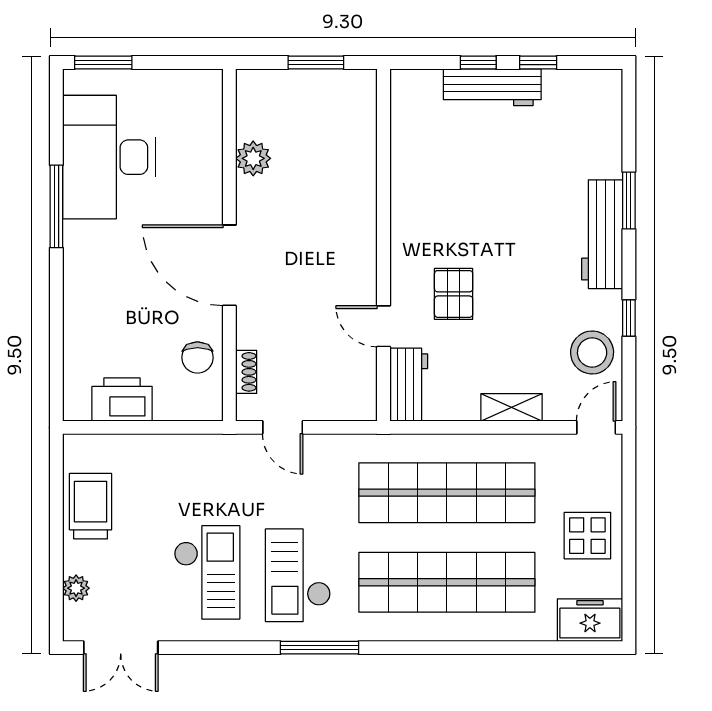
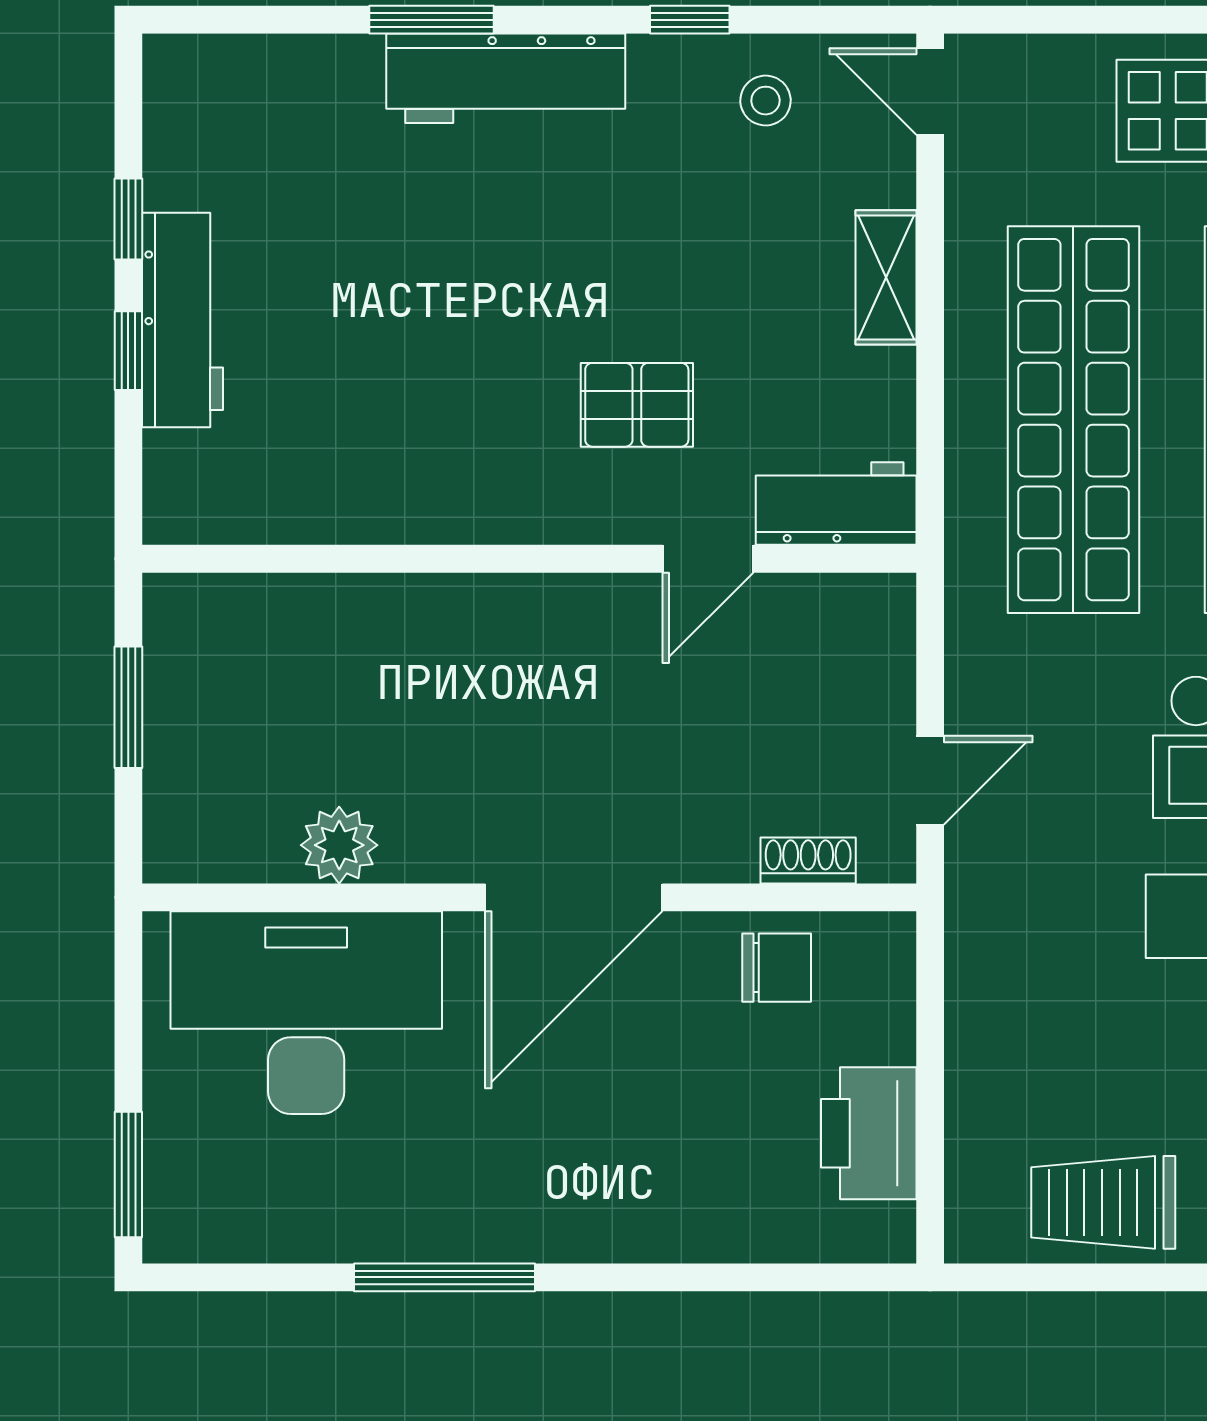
desk: (109, 157) -> (306, 1013), moved, turned 180
stool: (592, 352) -> (765, 101), width x0.53, depth x0.53

